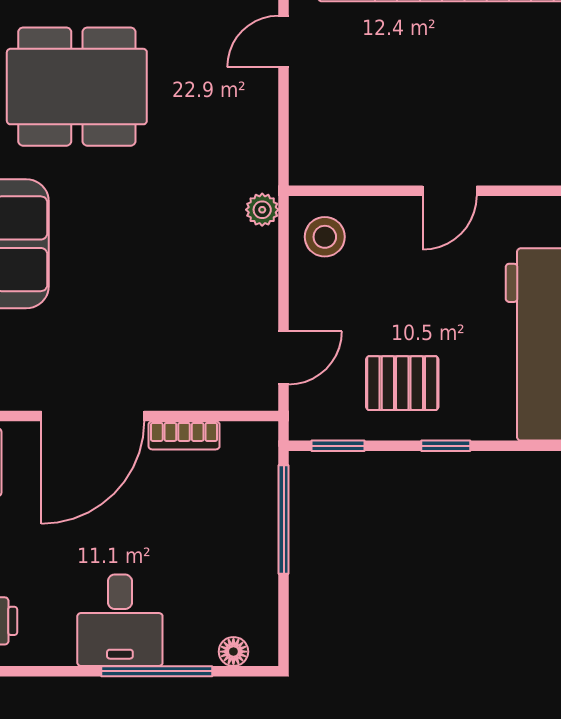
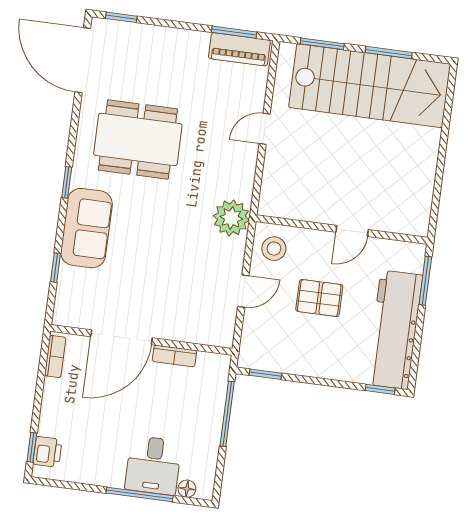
plant: (262, 210) -> (231, 218), width x1.88, depth x1.88
door: (284, 358) -> (243, 291), moved
pallet: (402, 383) -> (319, 298), moved
window: (446, 446) -> (380, 389), moved
desk: (120, 620) -> (153, 465), moved

